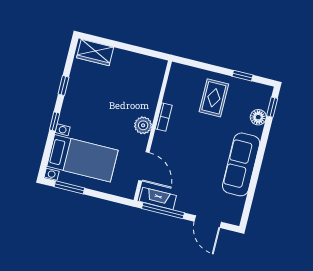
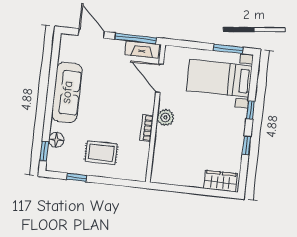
rug: (214, 98) -> (101, 153), turned 90

